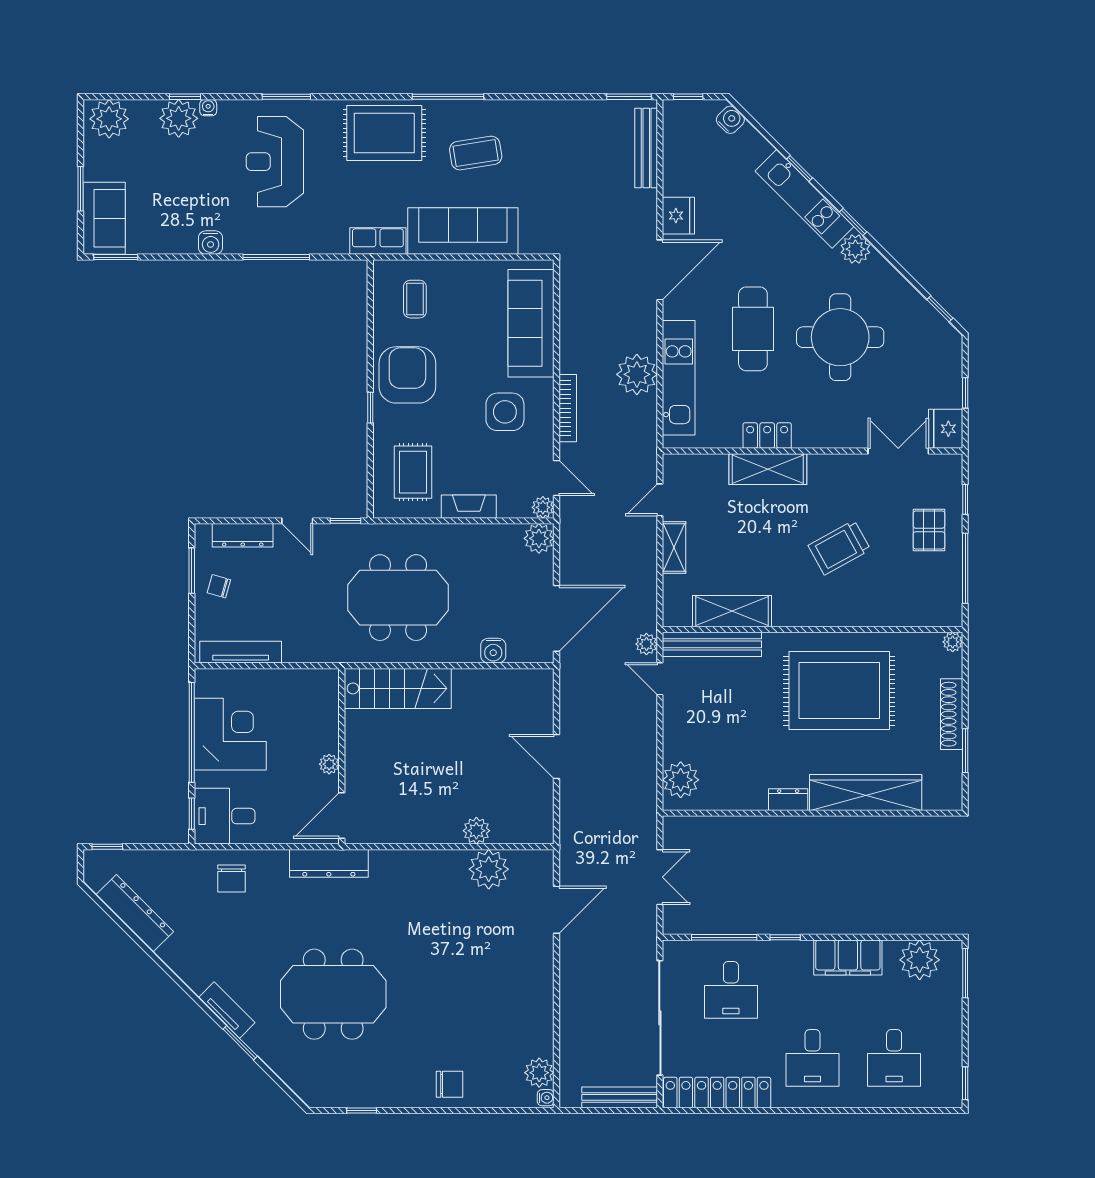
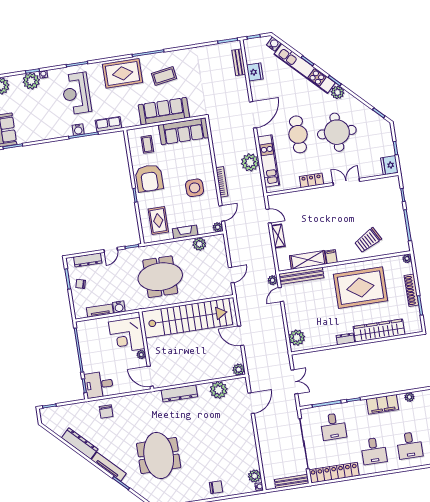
bench: (646, 148) -> (239, 62), width x0.73
kitchen unit: (804, 199) -> (305, 69), width x1.36
fridge: (678, 216) -> (255, 72), moved
row of seats: (378, 241) -> (108, 124), moved
water cooler: (211, 243) -> (78, 130), moved
sofa: (531, 323) -> (184, 131), moved, turned -90
armchair: (407, 375) -> (149, 178), turned 180
double door: (898, 451) -> (346, 182), moved
shelving: (768, 469) -> (314, 195), removed
door: (556, 478) -> (222, 213), hinge flipped
door: (660, 500) -> (269, 216), swing flipped
door: (297, 521) -> (111, 250), hinge flipped
pallet: (929, 530) -> (389, 211), removed
plant: (539, 538) -> (199, 244), moved
trolley: (839, 548) -> (368, 240), moved
filing cabinet: (785, 612) -> (331, 257), added
door: (556, 618) -> (231, 275), width x0.53
water cooler: (493, 651) -> (119, 307), moved
tv unit: (241, 652) -> (100, 311), width x0.71
door: (660, 679) -> (281, 295), hinge flipped
stairs: (398, 688) -> (187, 318), width x1.86, depth x1.51
corner desk: (230, 734) -> (127, 335), moved, turned 180
door: (342, 815) -> (150, 376), hinge flipped
plant: (476, 831) -> (239, 370), moved
dresser: (329, 863) -> (179, 393), moved
dresser: (135, 913) -> (80, 443), moved
plant: (920, 960) -> (409, 397), width x0.53, depth x0.53
meeting table: (333, 994) -> (159, 455), turned 90
tv unit: (227, 1010) -> (109, 467), width x1.41

